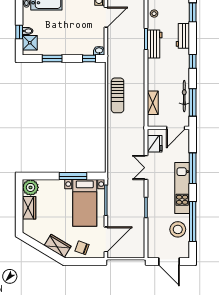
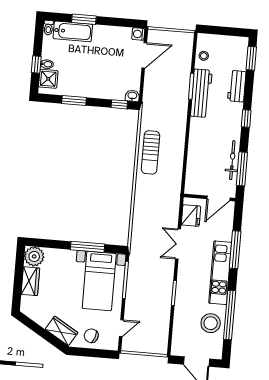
workbench: (155, 44) -> (201, 93), width x1.38
shelving: (153, 103) -> (193, 165), removed
door: (106, 239) -> (121, 328), width x0.53

